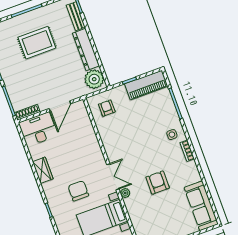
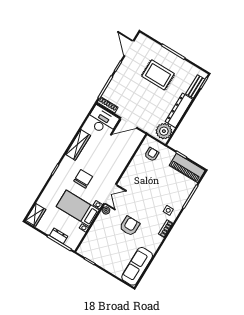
wardrobe: (43, 170) -> (78, 145), width x1.50

